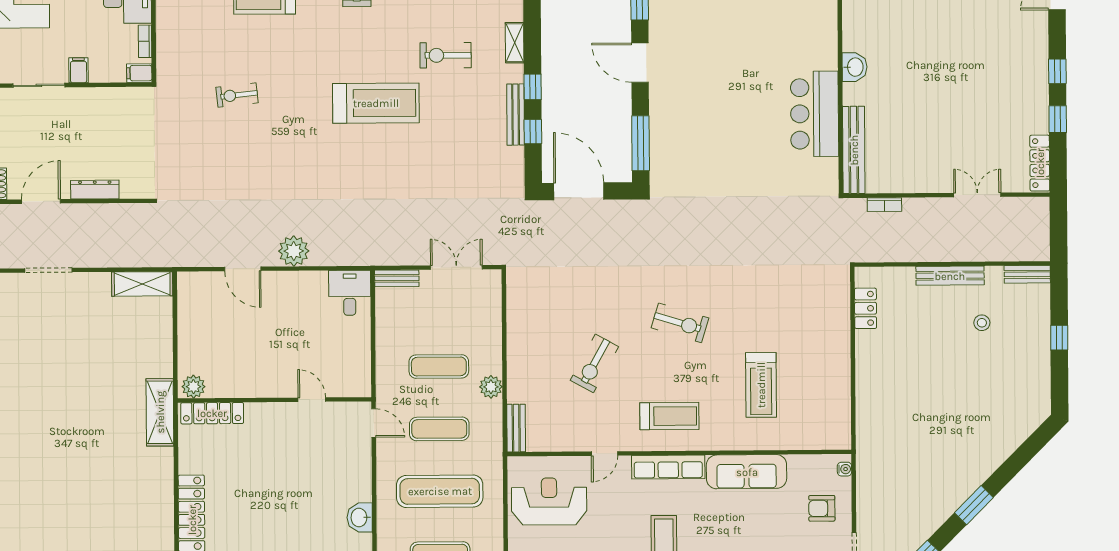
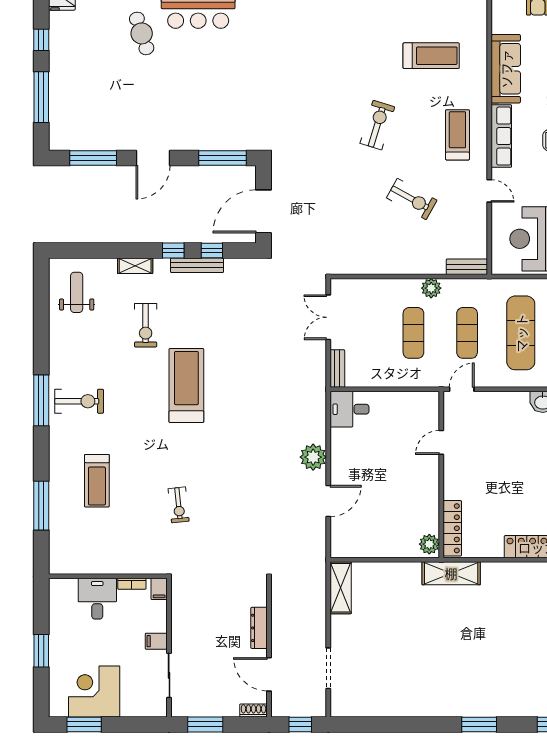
cafe table: (785, 48) -> (142, 33), added

